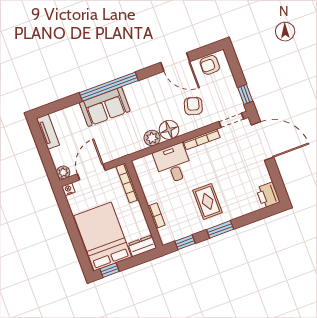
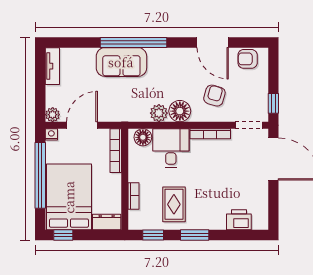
floor lamp: (146, 163) -> (143, 137), added
printer: (268, 195) -> (239, 220), moved, turned 90
rug: (208, 201) -> (174, 204), moved
window: (72, 227) -> (40, 175), added

